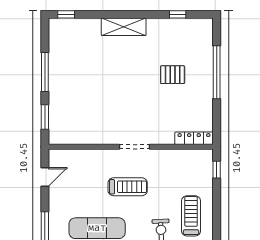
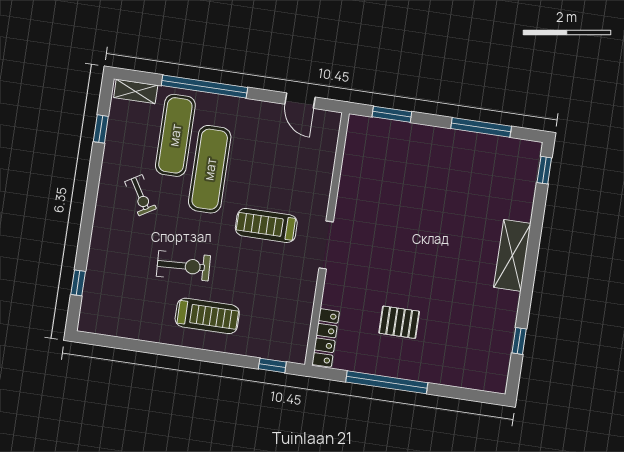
window: (45, 72) -> (481, 127), moved
window: (217, 72) -> (387, 382), moved
pallet: (173, 75) -> (399, 322), moved, turned 90
treadmill: (128, 187) -> (266, 225), turned 90

